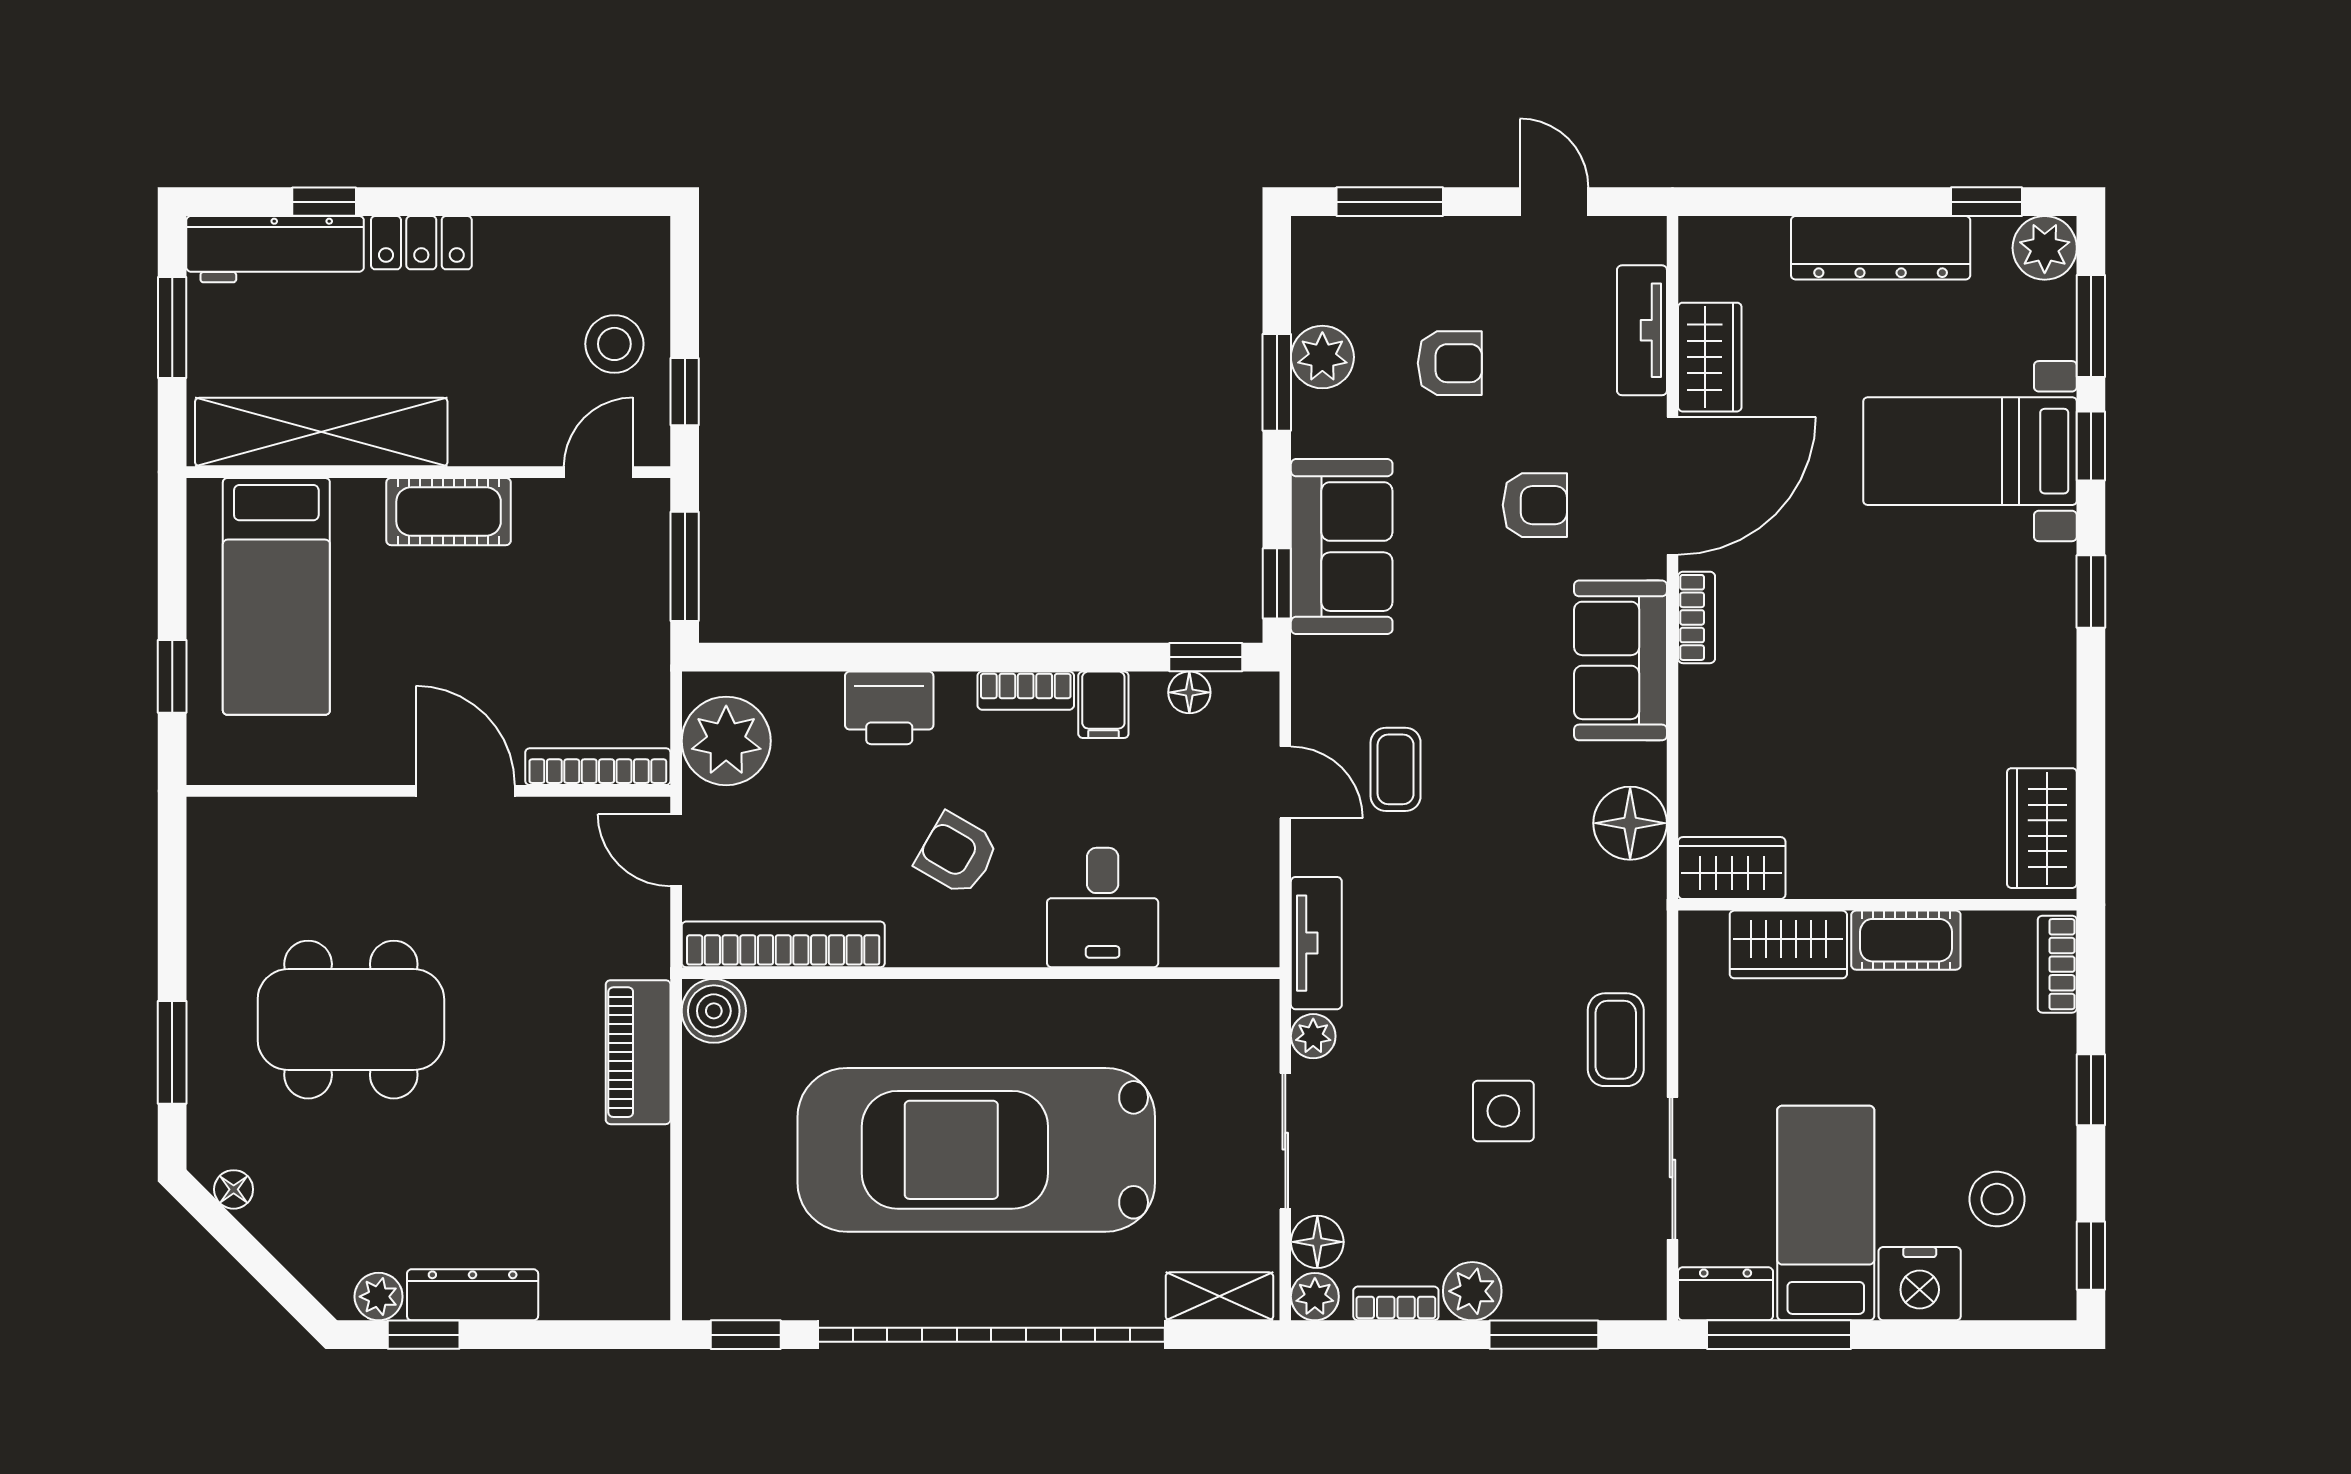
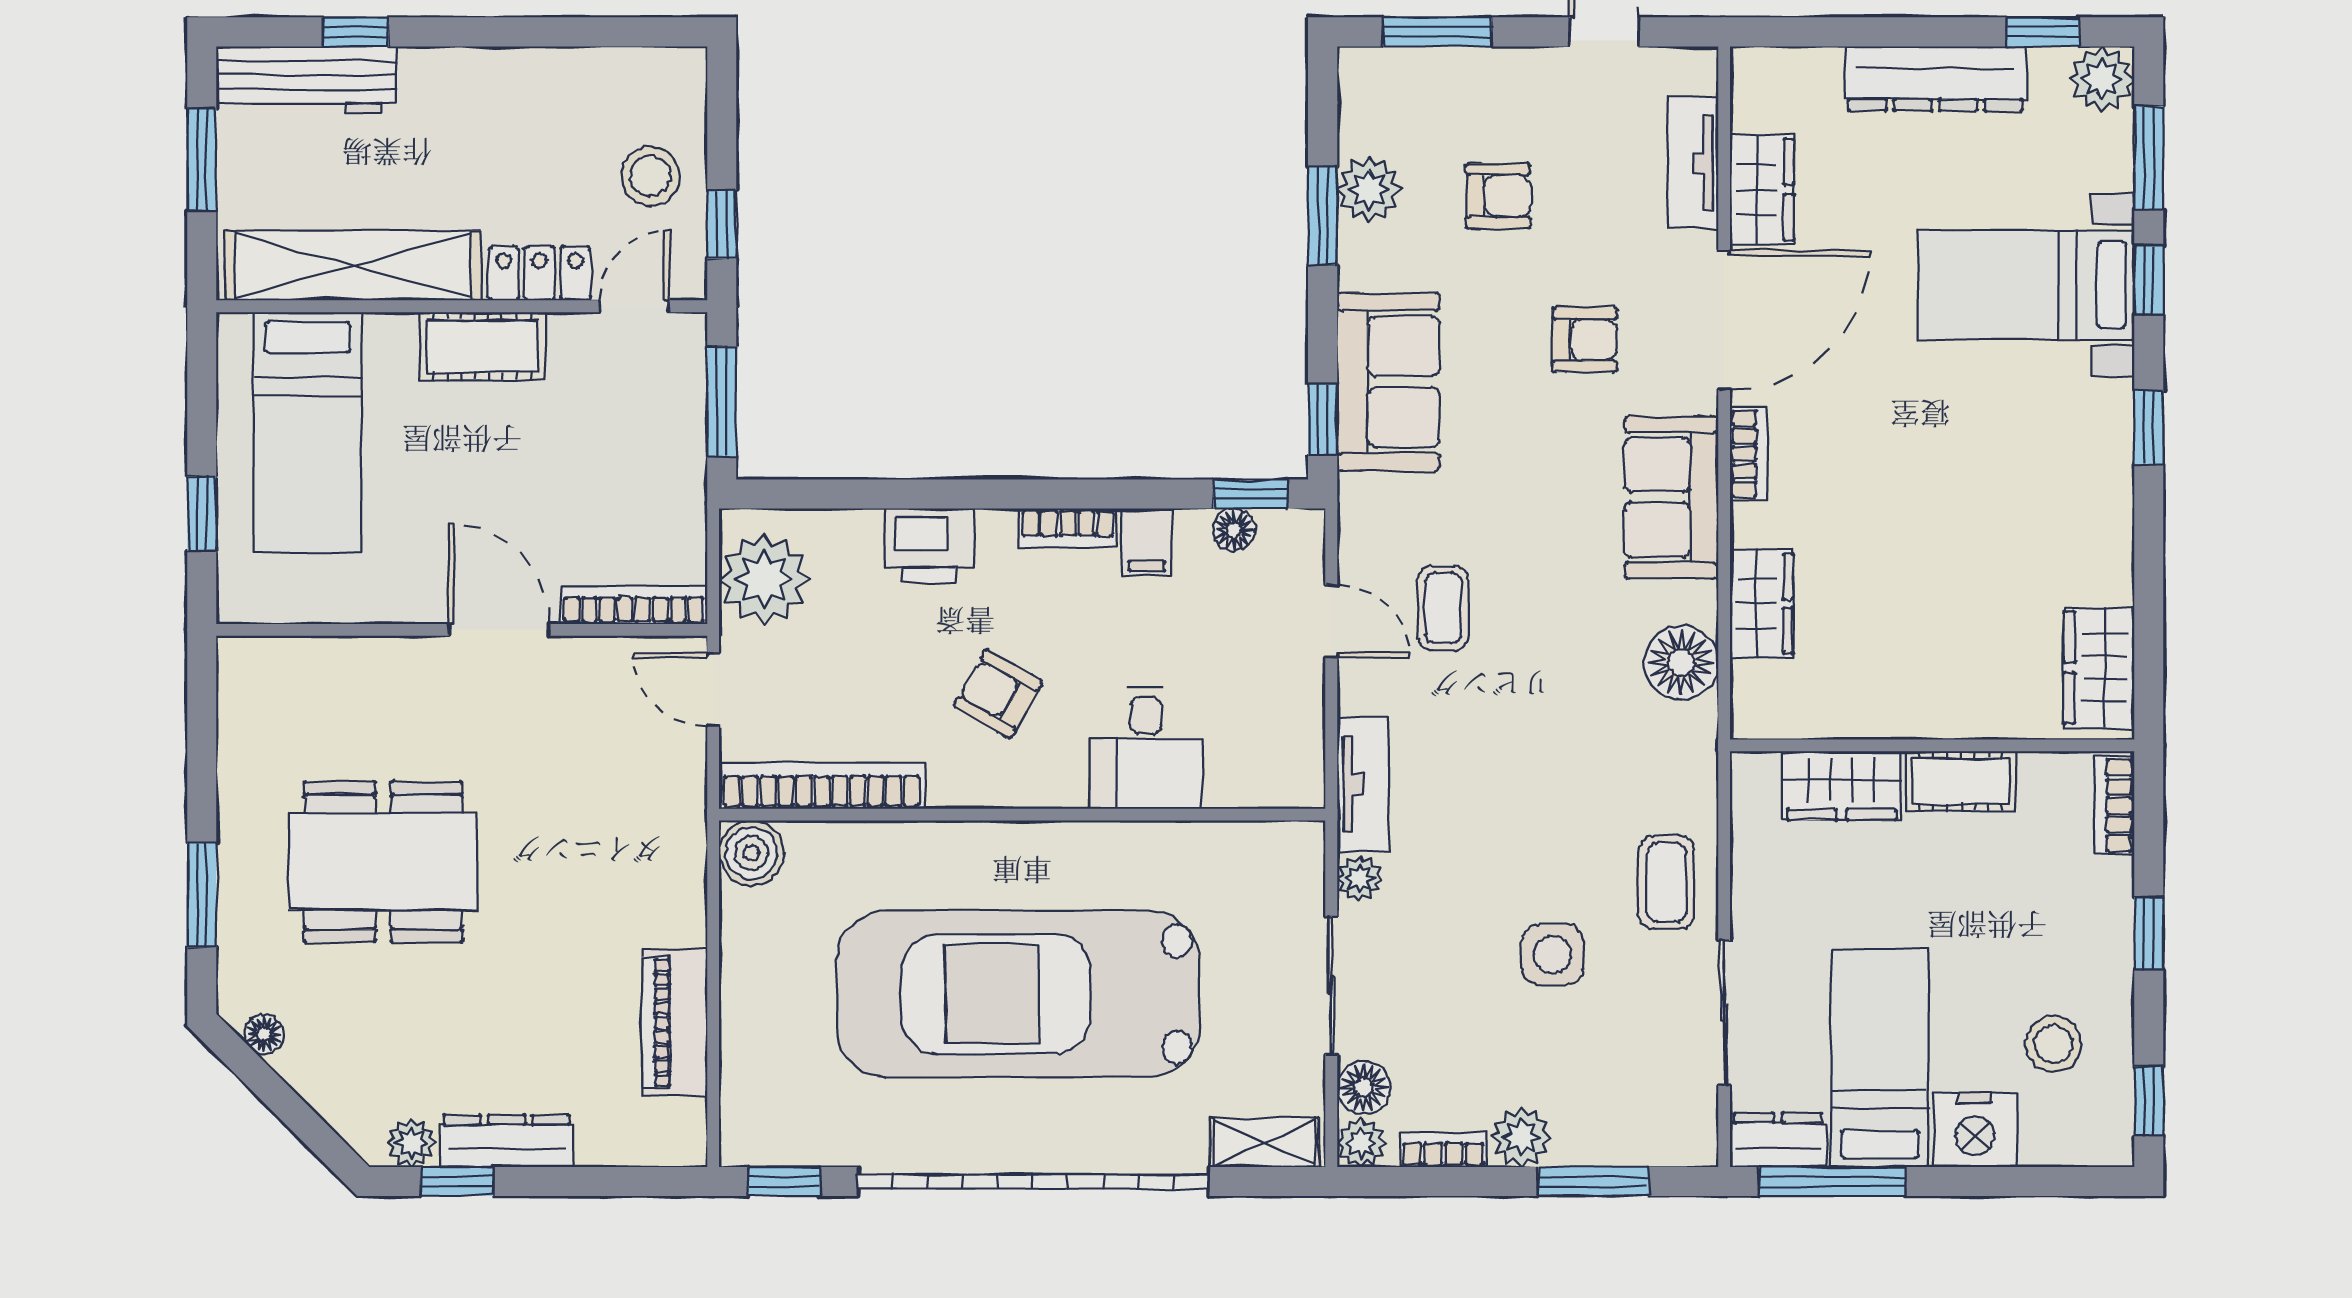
locker: (421, 243) -> (540, 273), moved, turned 180
wardrobe: (1732, 868) -> (1761, 604), moved, turned 90
piano: (638, 1052) -> (675, 1023), moved

